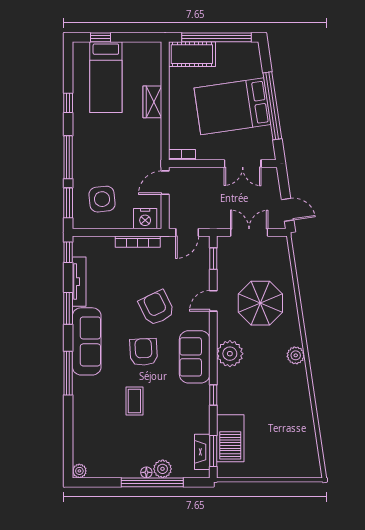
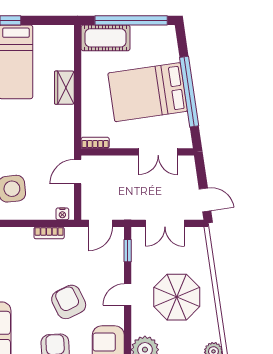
nightstand: (145, 219) -> (62, 214), width x0.53, depth x0.56
double door: (249, 232) -> (165, 223), swing flipped
bookcase: (138, 242) -> (49, 233), width x0.64

